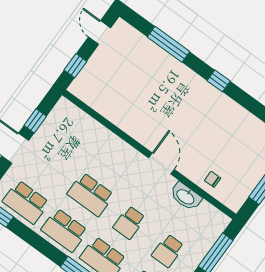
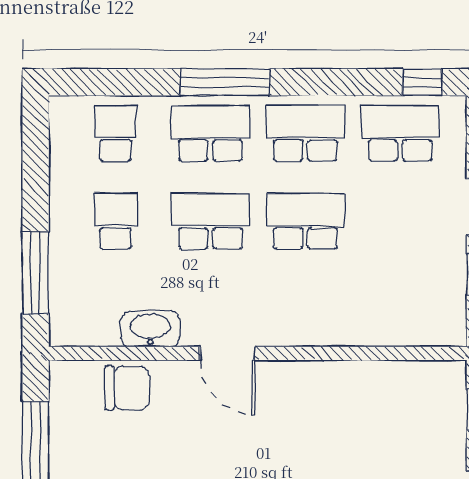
chair: (213, 179) -> (127, 388), width x1.87, depth x1.87
school desk: (129, 223) -> (210, 221), width x1.85

